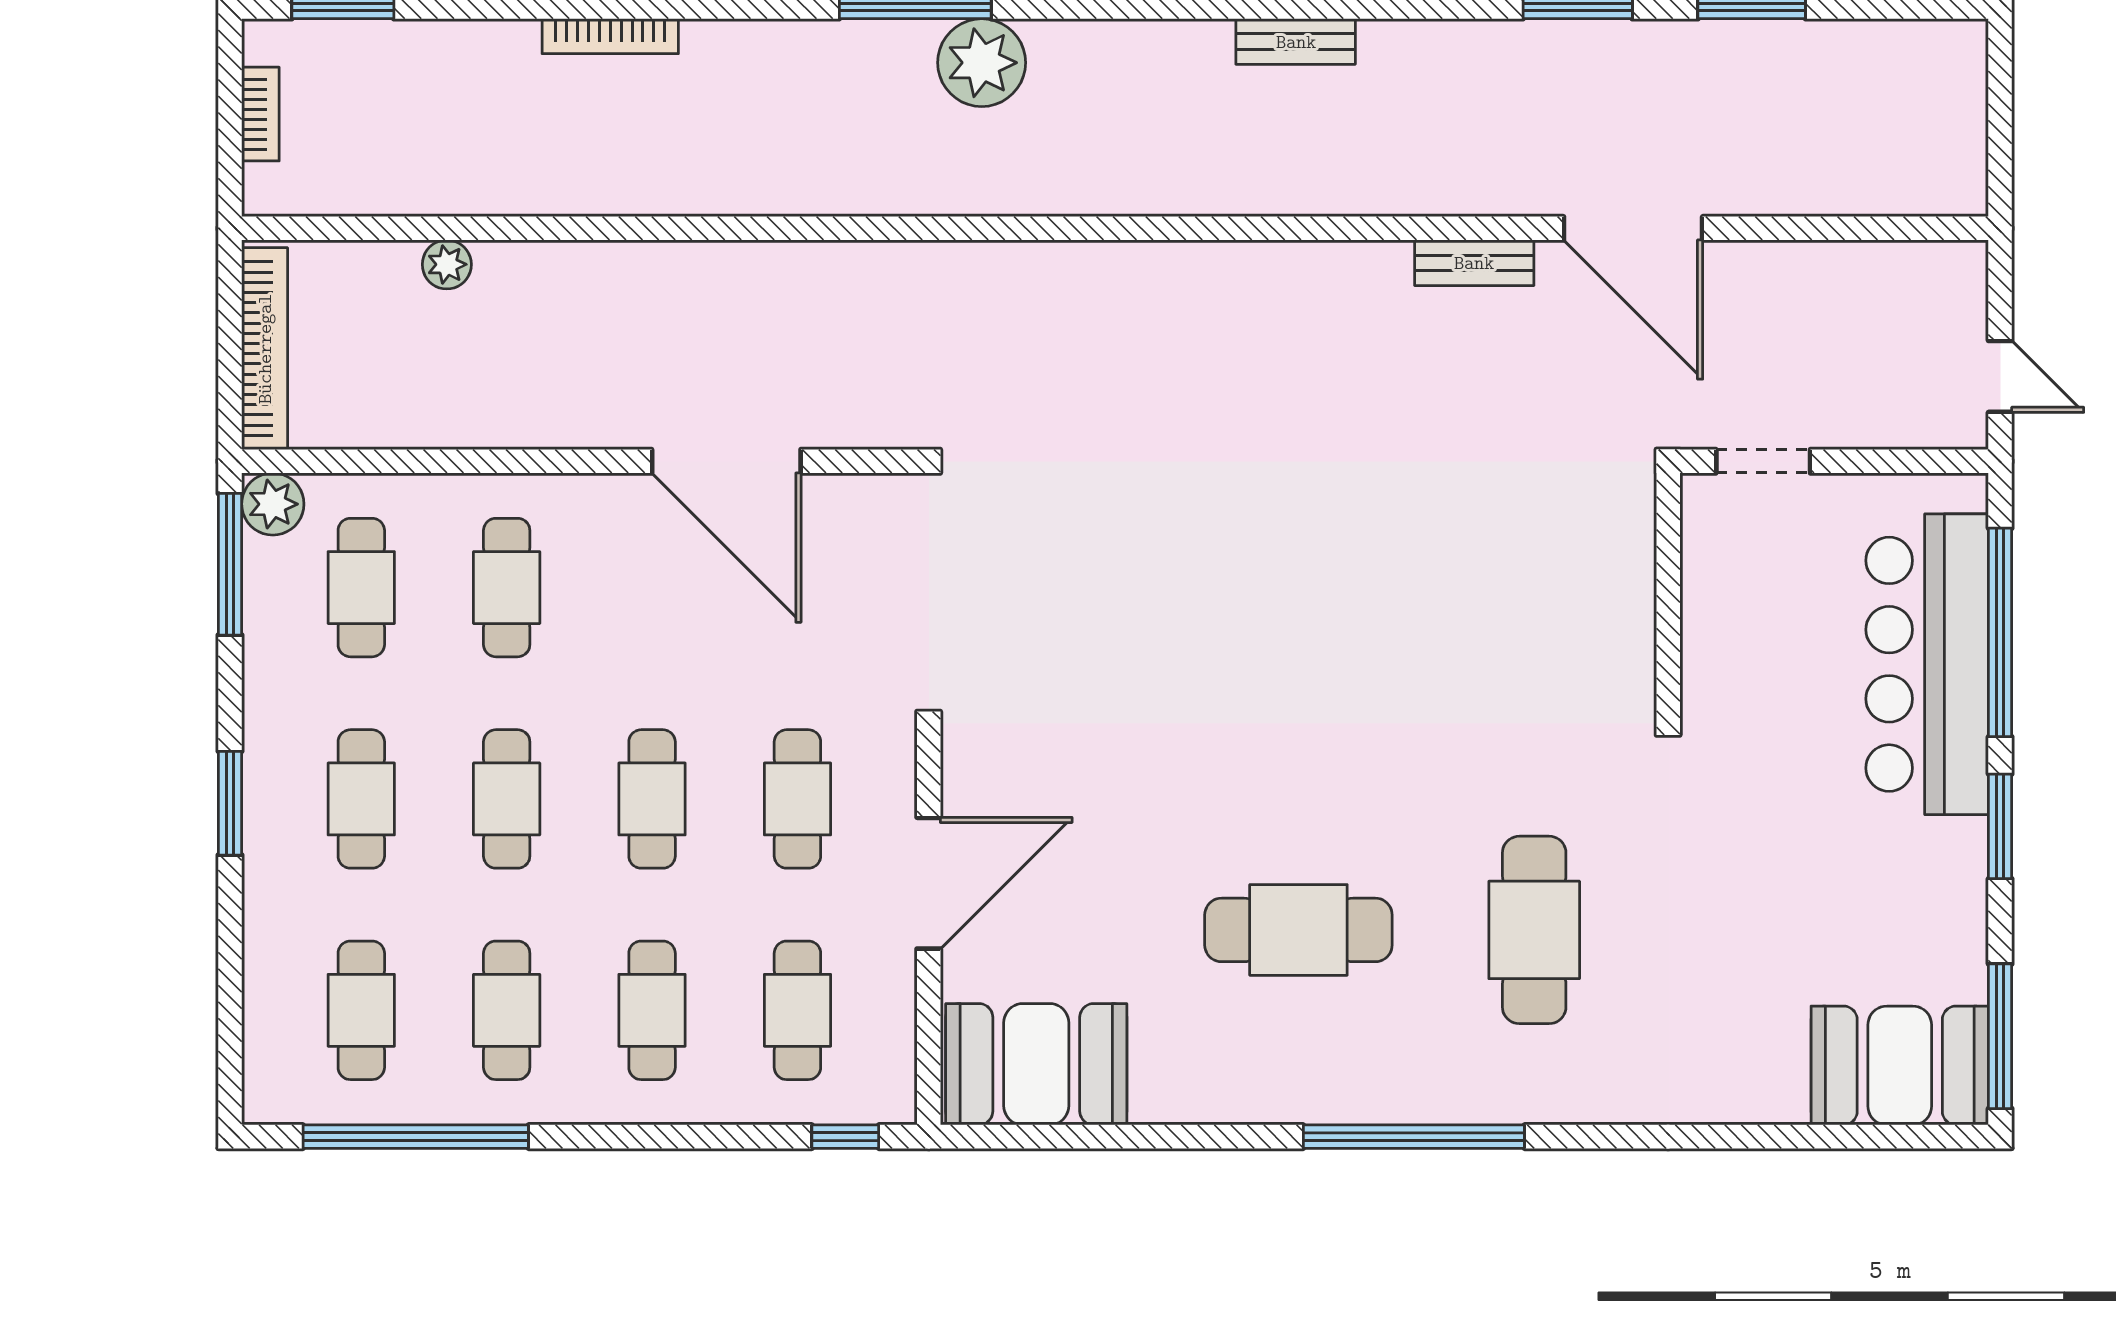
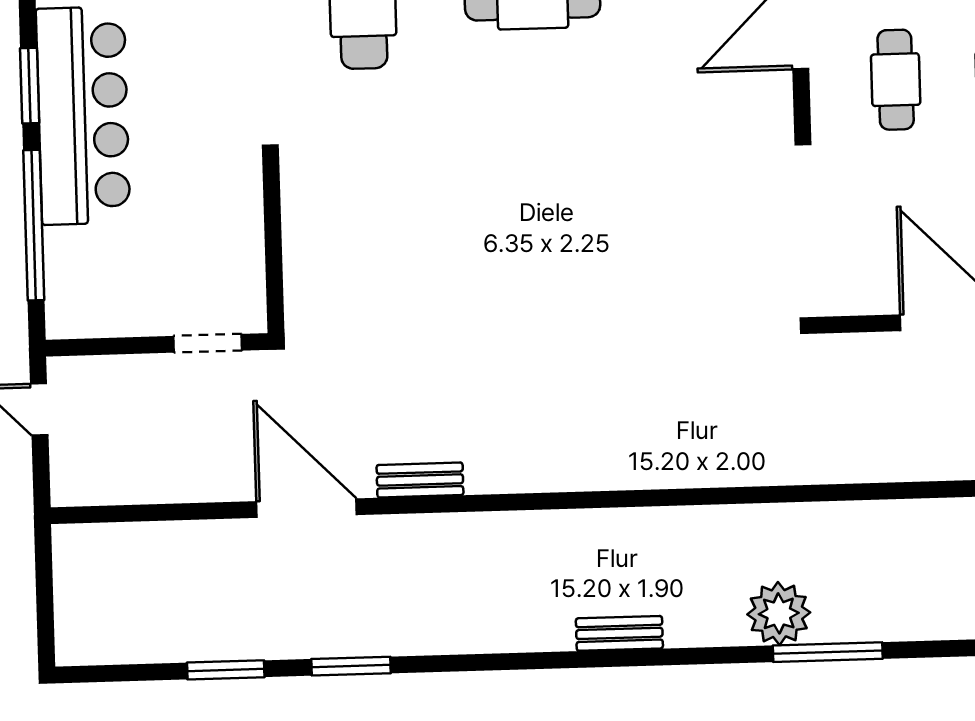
bench: (1296, 42) -> (619, 633), moved
bar counter: (1927, 664) -> (83, 116), moved

